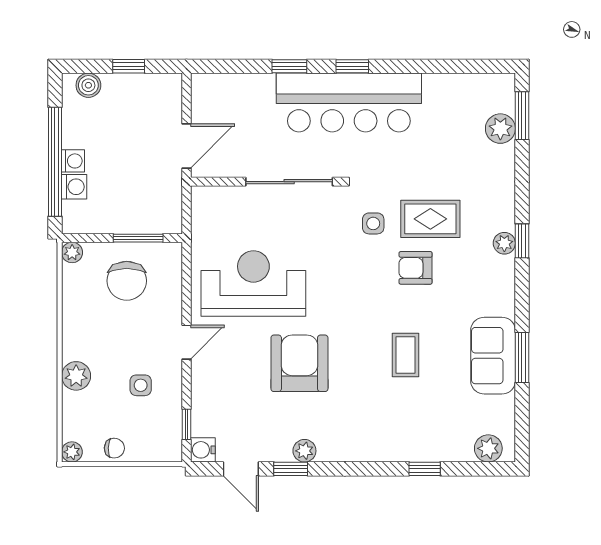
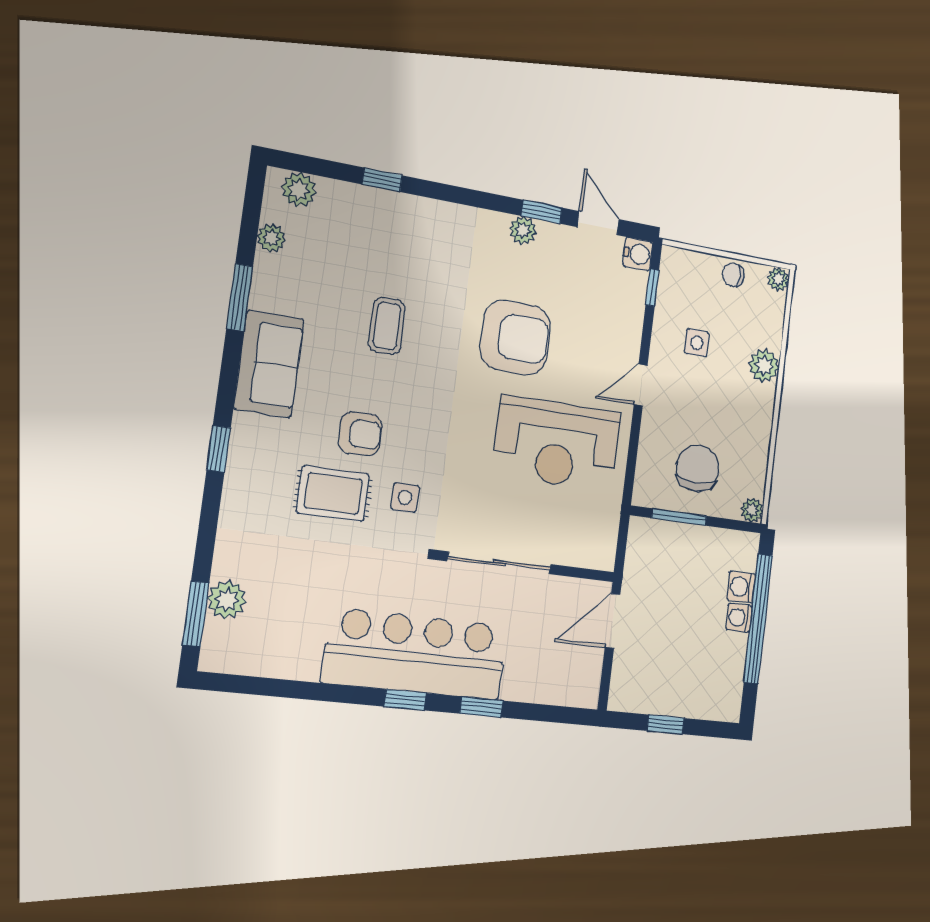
boiler: (88, 85) -> (712, 706), removed
plant: (504, 243) -> (271, 238), moved
sofa: (493, 356) -> (269, 364), moved
armchair: (299, 363) -> (515, 338), turned -90

